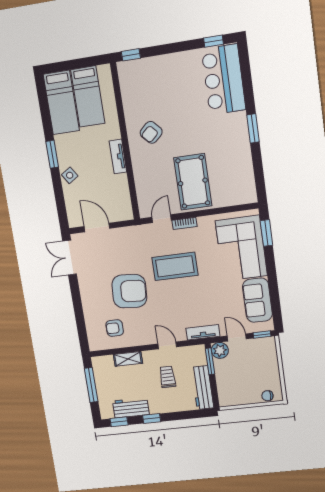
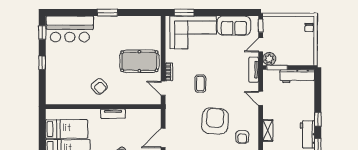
window: (131, 55) -> (42, 63), moved
coffee table: (175, 266) -> (200, 84), width x0.54, depth x0.58
door: (167, 345) -> (261, 98), hinge flipped
trolley: (167, 377) -> (286, 102), removed

